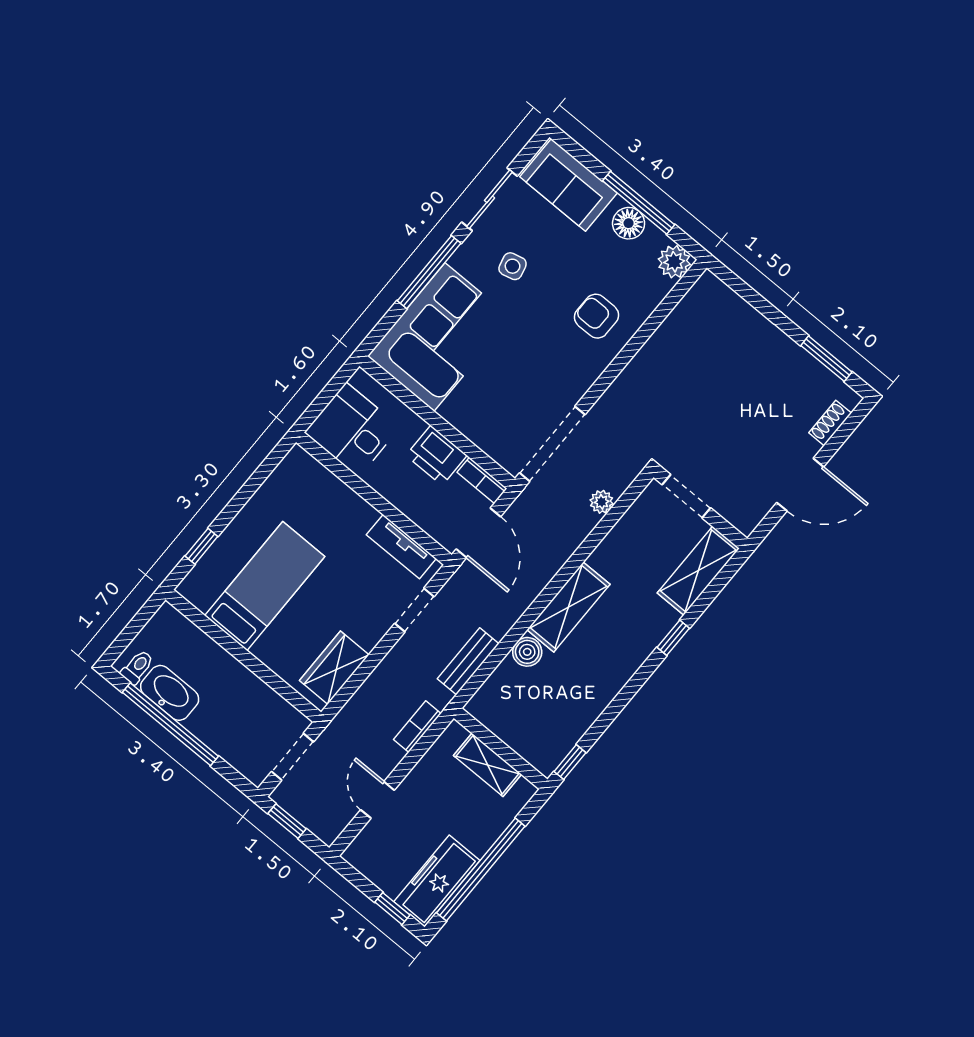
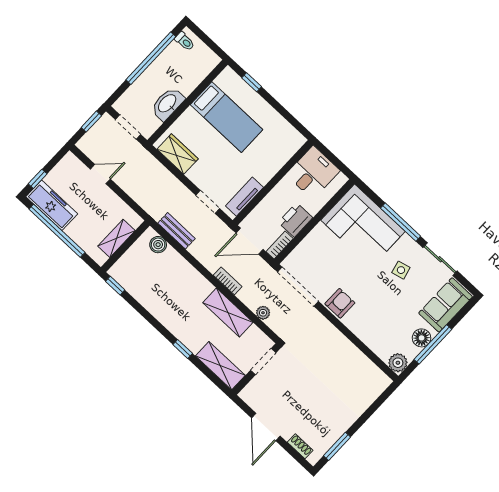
armchair: (597, 316) -> (340, 303), moved
shelving: (568, 607) -> (228, 313), moved
boiler: (527, 652) -> (158, 245), moved
washbasin: (170, 693) -> (168, 104), moved, turned 180
bookcase: (417, 726) -> (228, 281), moved

